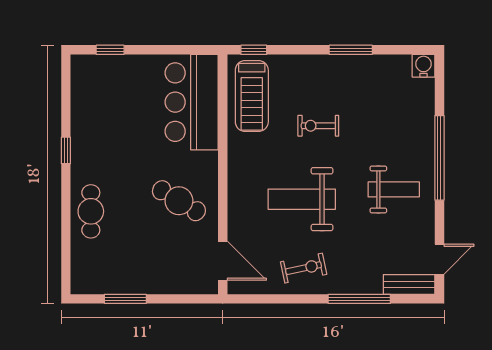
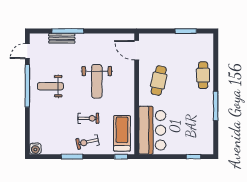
window: (66, 150) -> (216, 106), width x2.17
window: (439, 158) -> (27, 86), moved
weight bench: (302, 199) -> (97, 81), turned 90
cafe table: (179, 201) -> (159, 81), turned 71
exercise bike: (304, 268) -> (88, 142), moved
bench: (409, 284) -> (62, 38), moved

